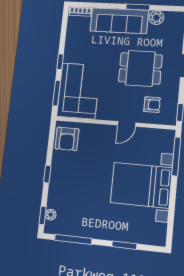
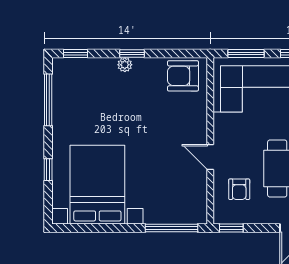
bed with nightstands: (141, 185) -> (97, 185), moved
plant: (51, 215) -> (125, 65), moved
window: (124, 245) -> (48, 170), width x0.67

